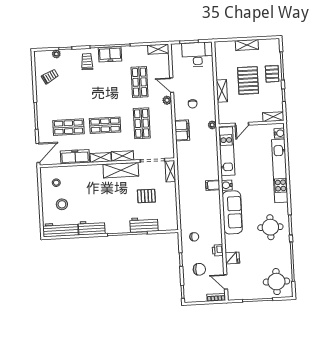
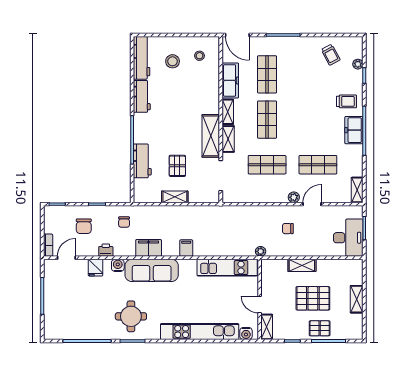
door: (242, 124) -> (260, 305), moved
filing cabinet: (182, 130) -> (149, 248), moved, turned 180
shelving: (170, 171) -> (175, 197), moved
water cooler: (227, 185) -> (118, 265), moved
round table: (276, 282) -> (64, 320), removed

